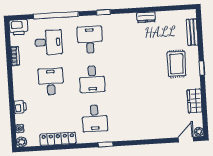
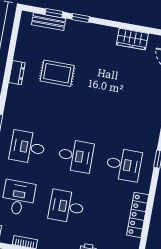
window: (200, 35) -> (54, 13), added
rug: (177, 64) -> (57, 73), moved
window: (202, 68) -> (81, 18), moved

